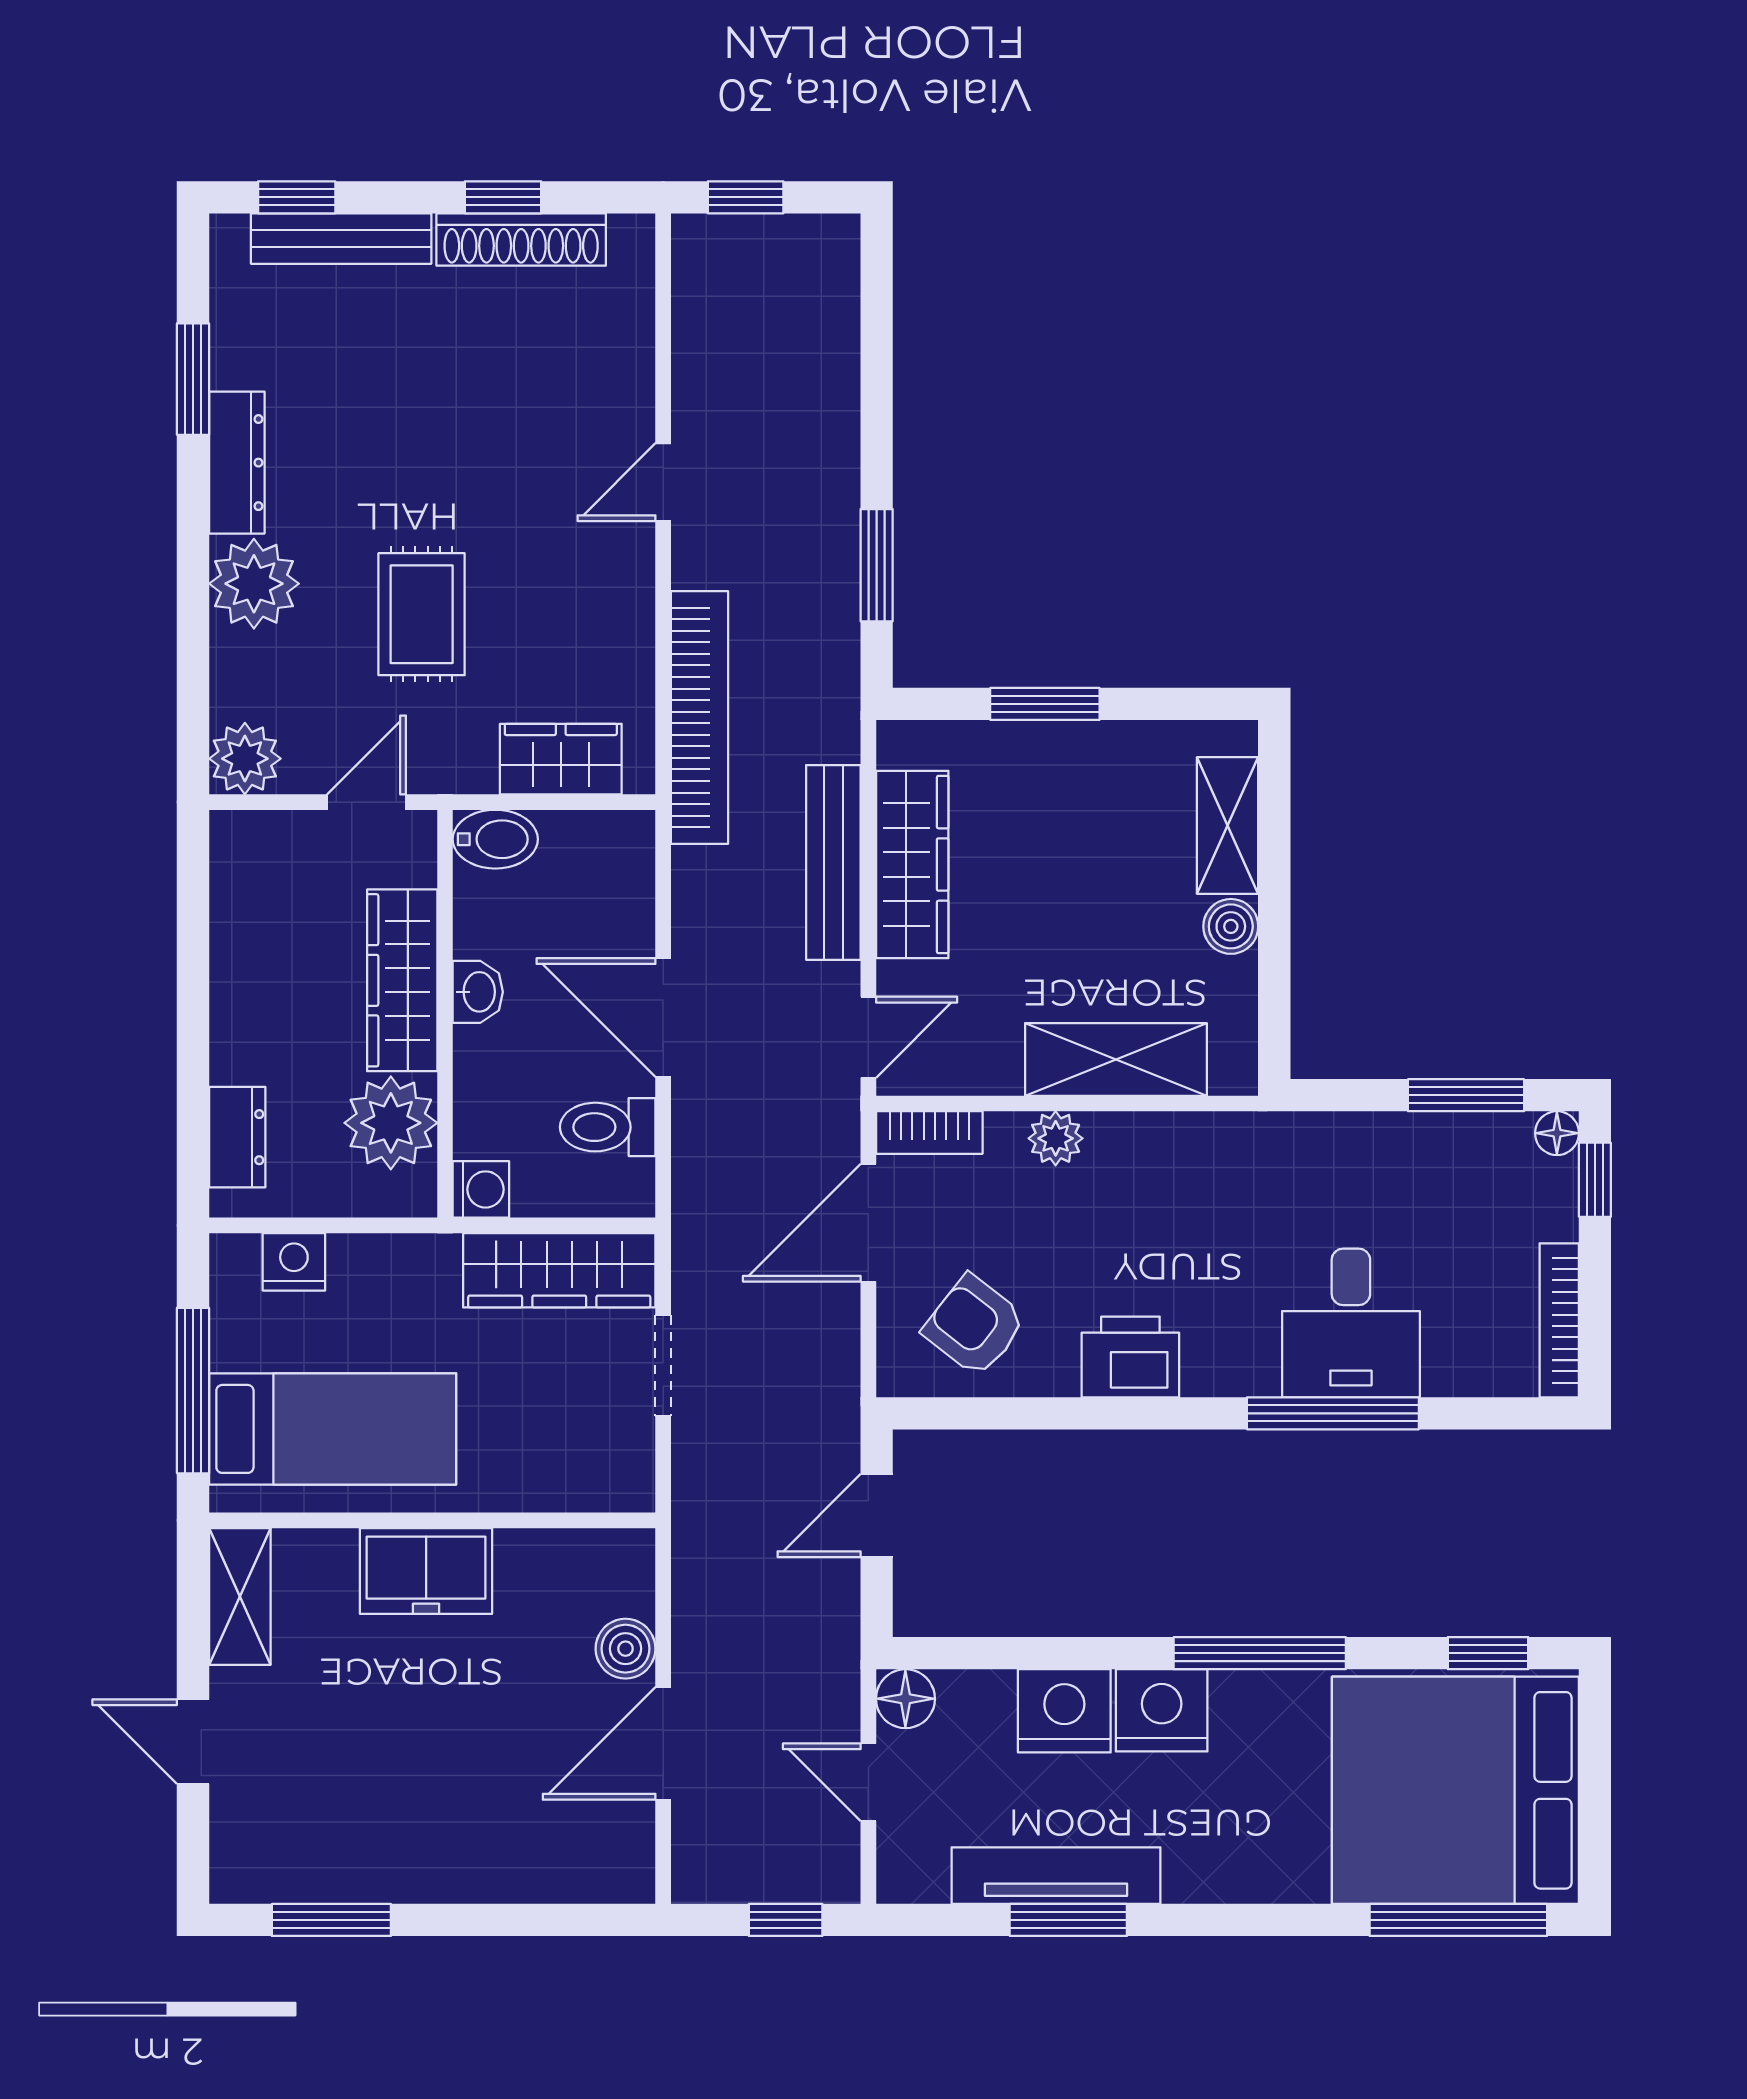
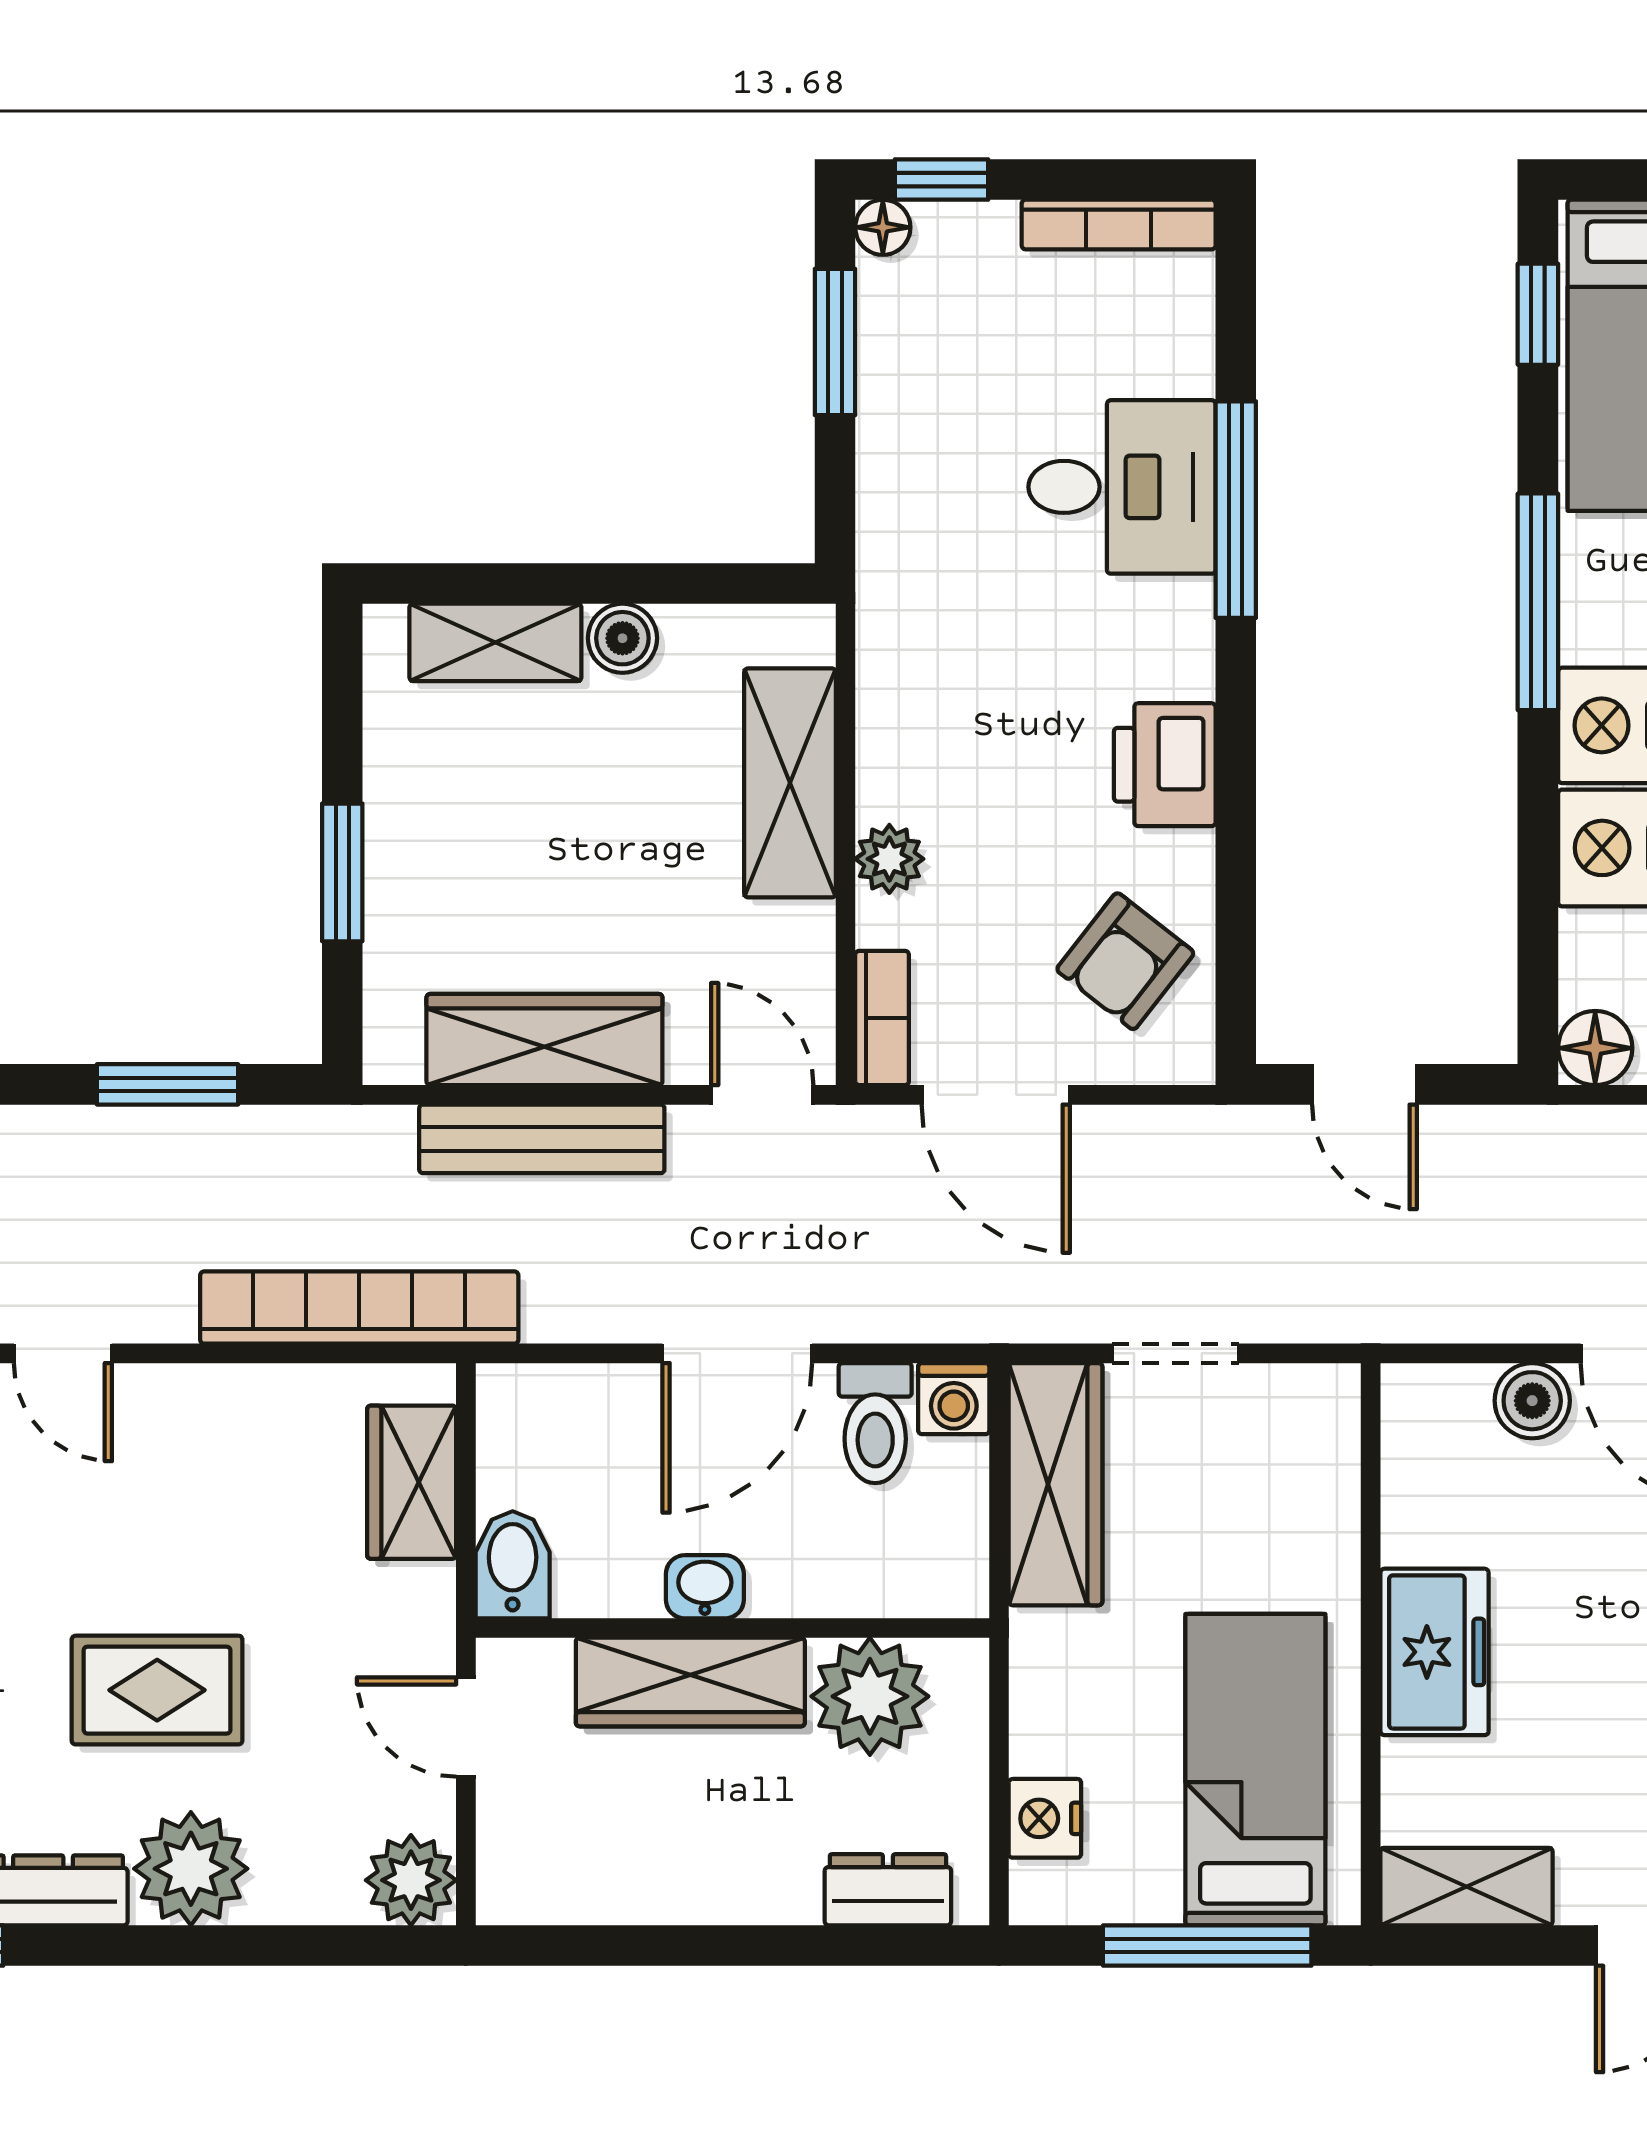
rug: (422, 614) -> (157, 1690), moved
washing machine: (481, 1189) -> (954, 1399), moved, turned 180

